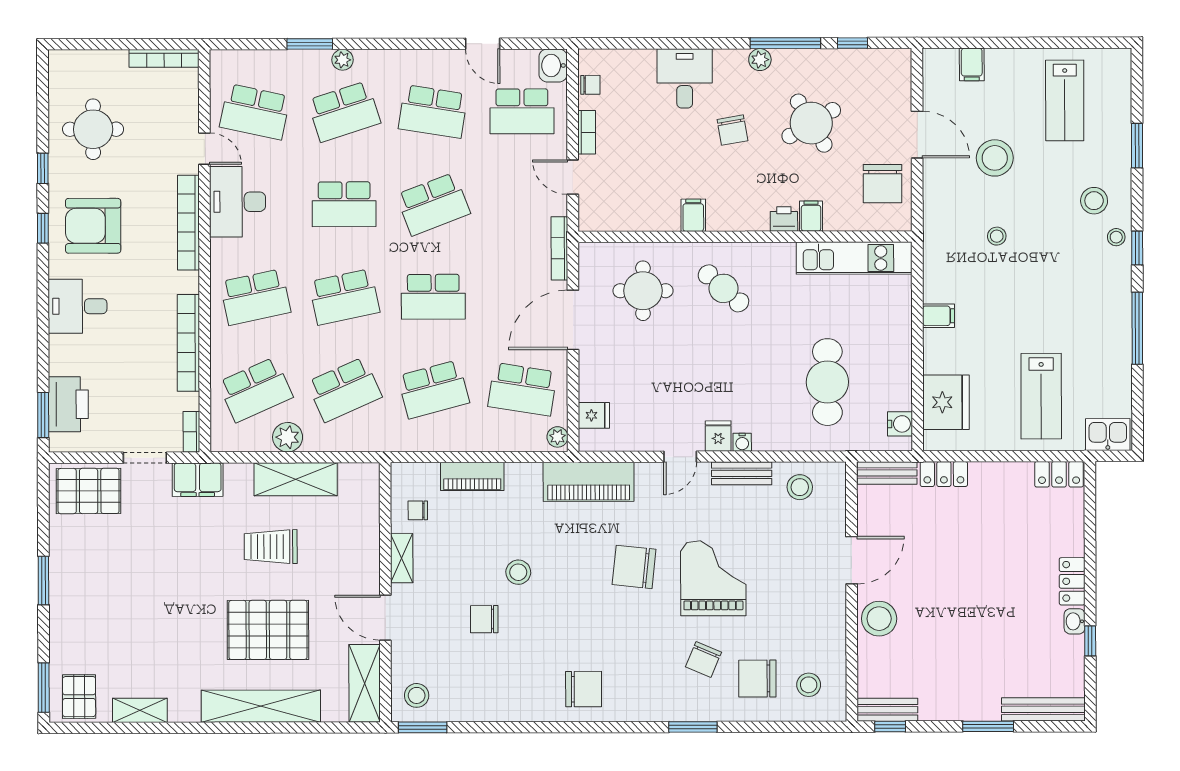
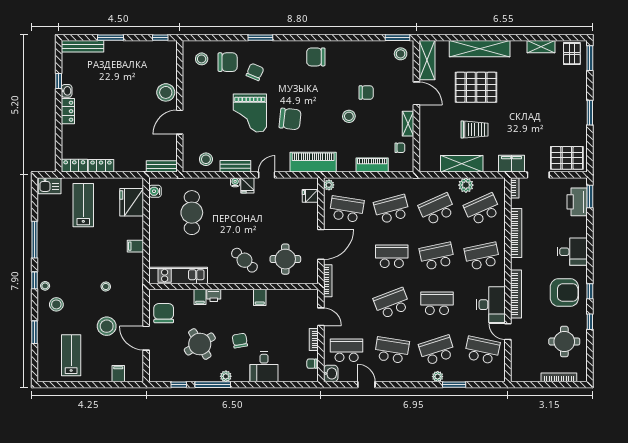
bookcase: (164, 58) -> (559, 377), moved
locker: (944, 474) -> (101, 166), moved
bench: (887, 710) -> (162, 46), removed

